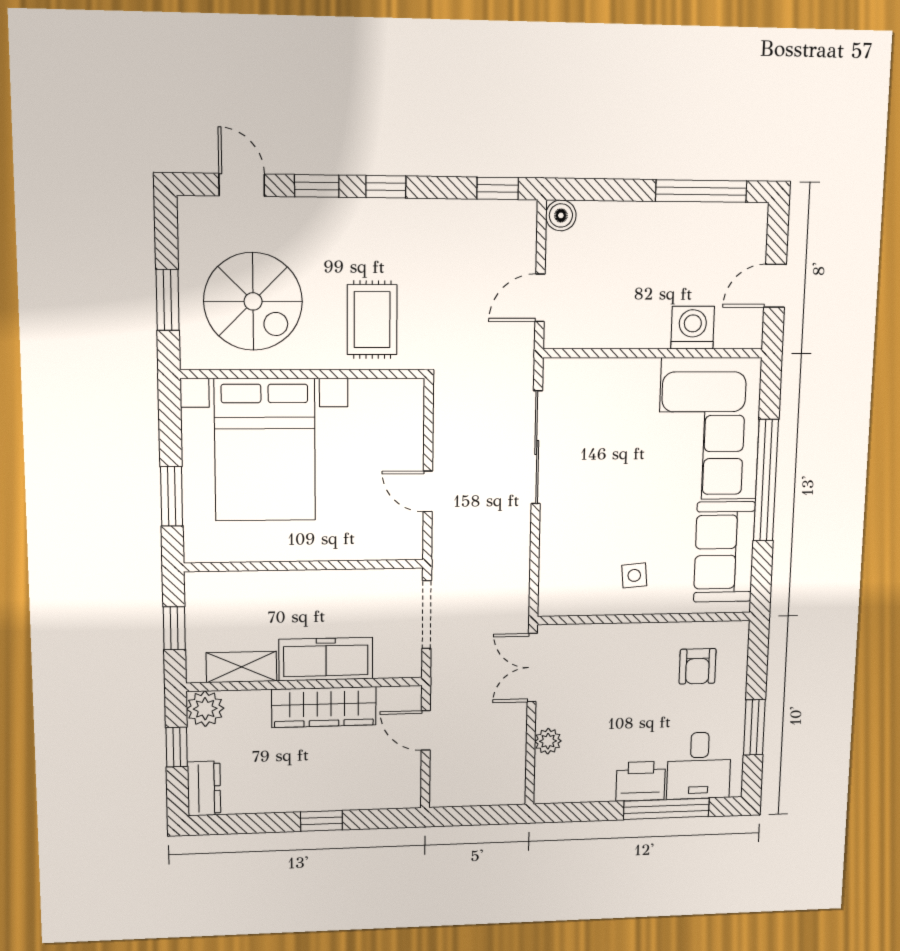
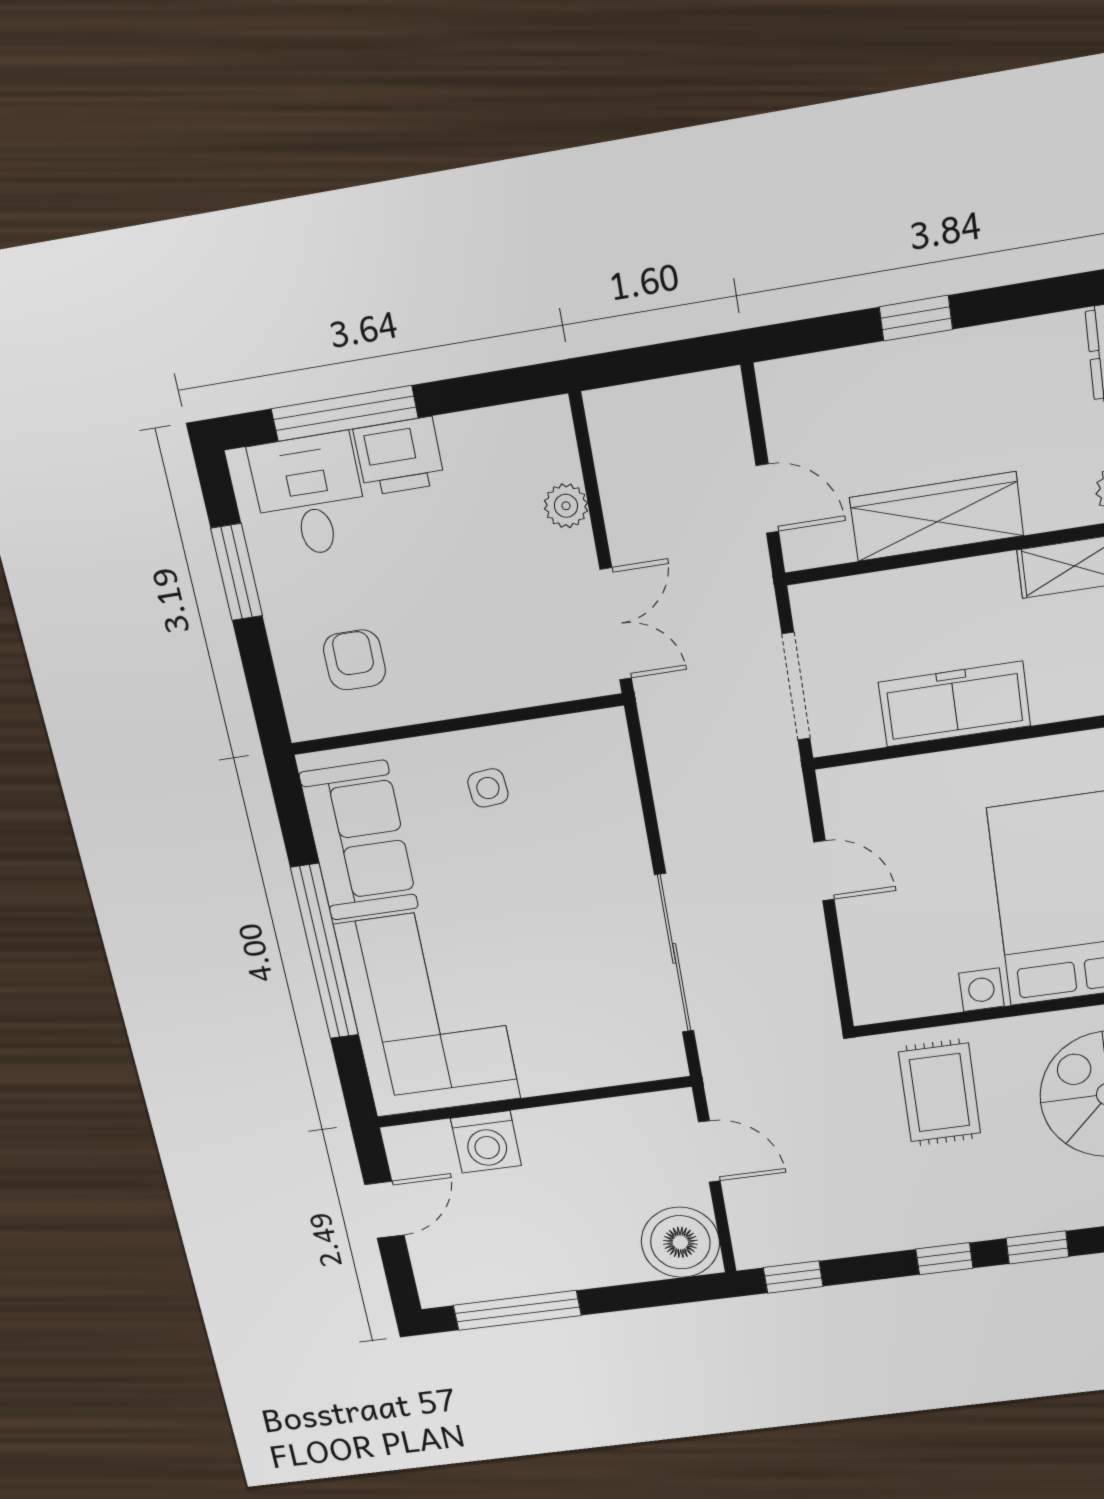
boiler: (561, 215) -> (680, 1242), width x1.86, depth x1.86
door: (540, 298) -> (709, 1151), hinge flipped
freezer: (326, 659) -> (954, 704), moved, turned 180

